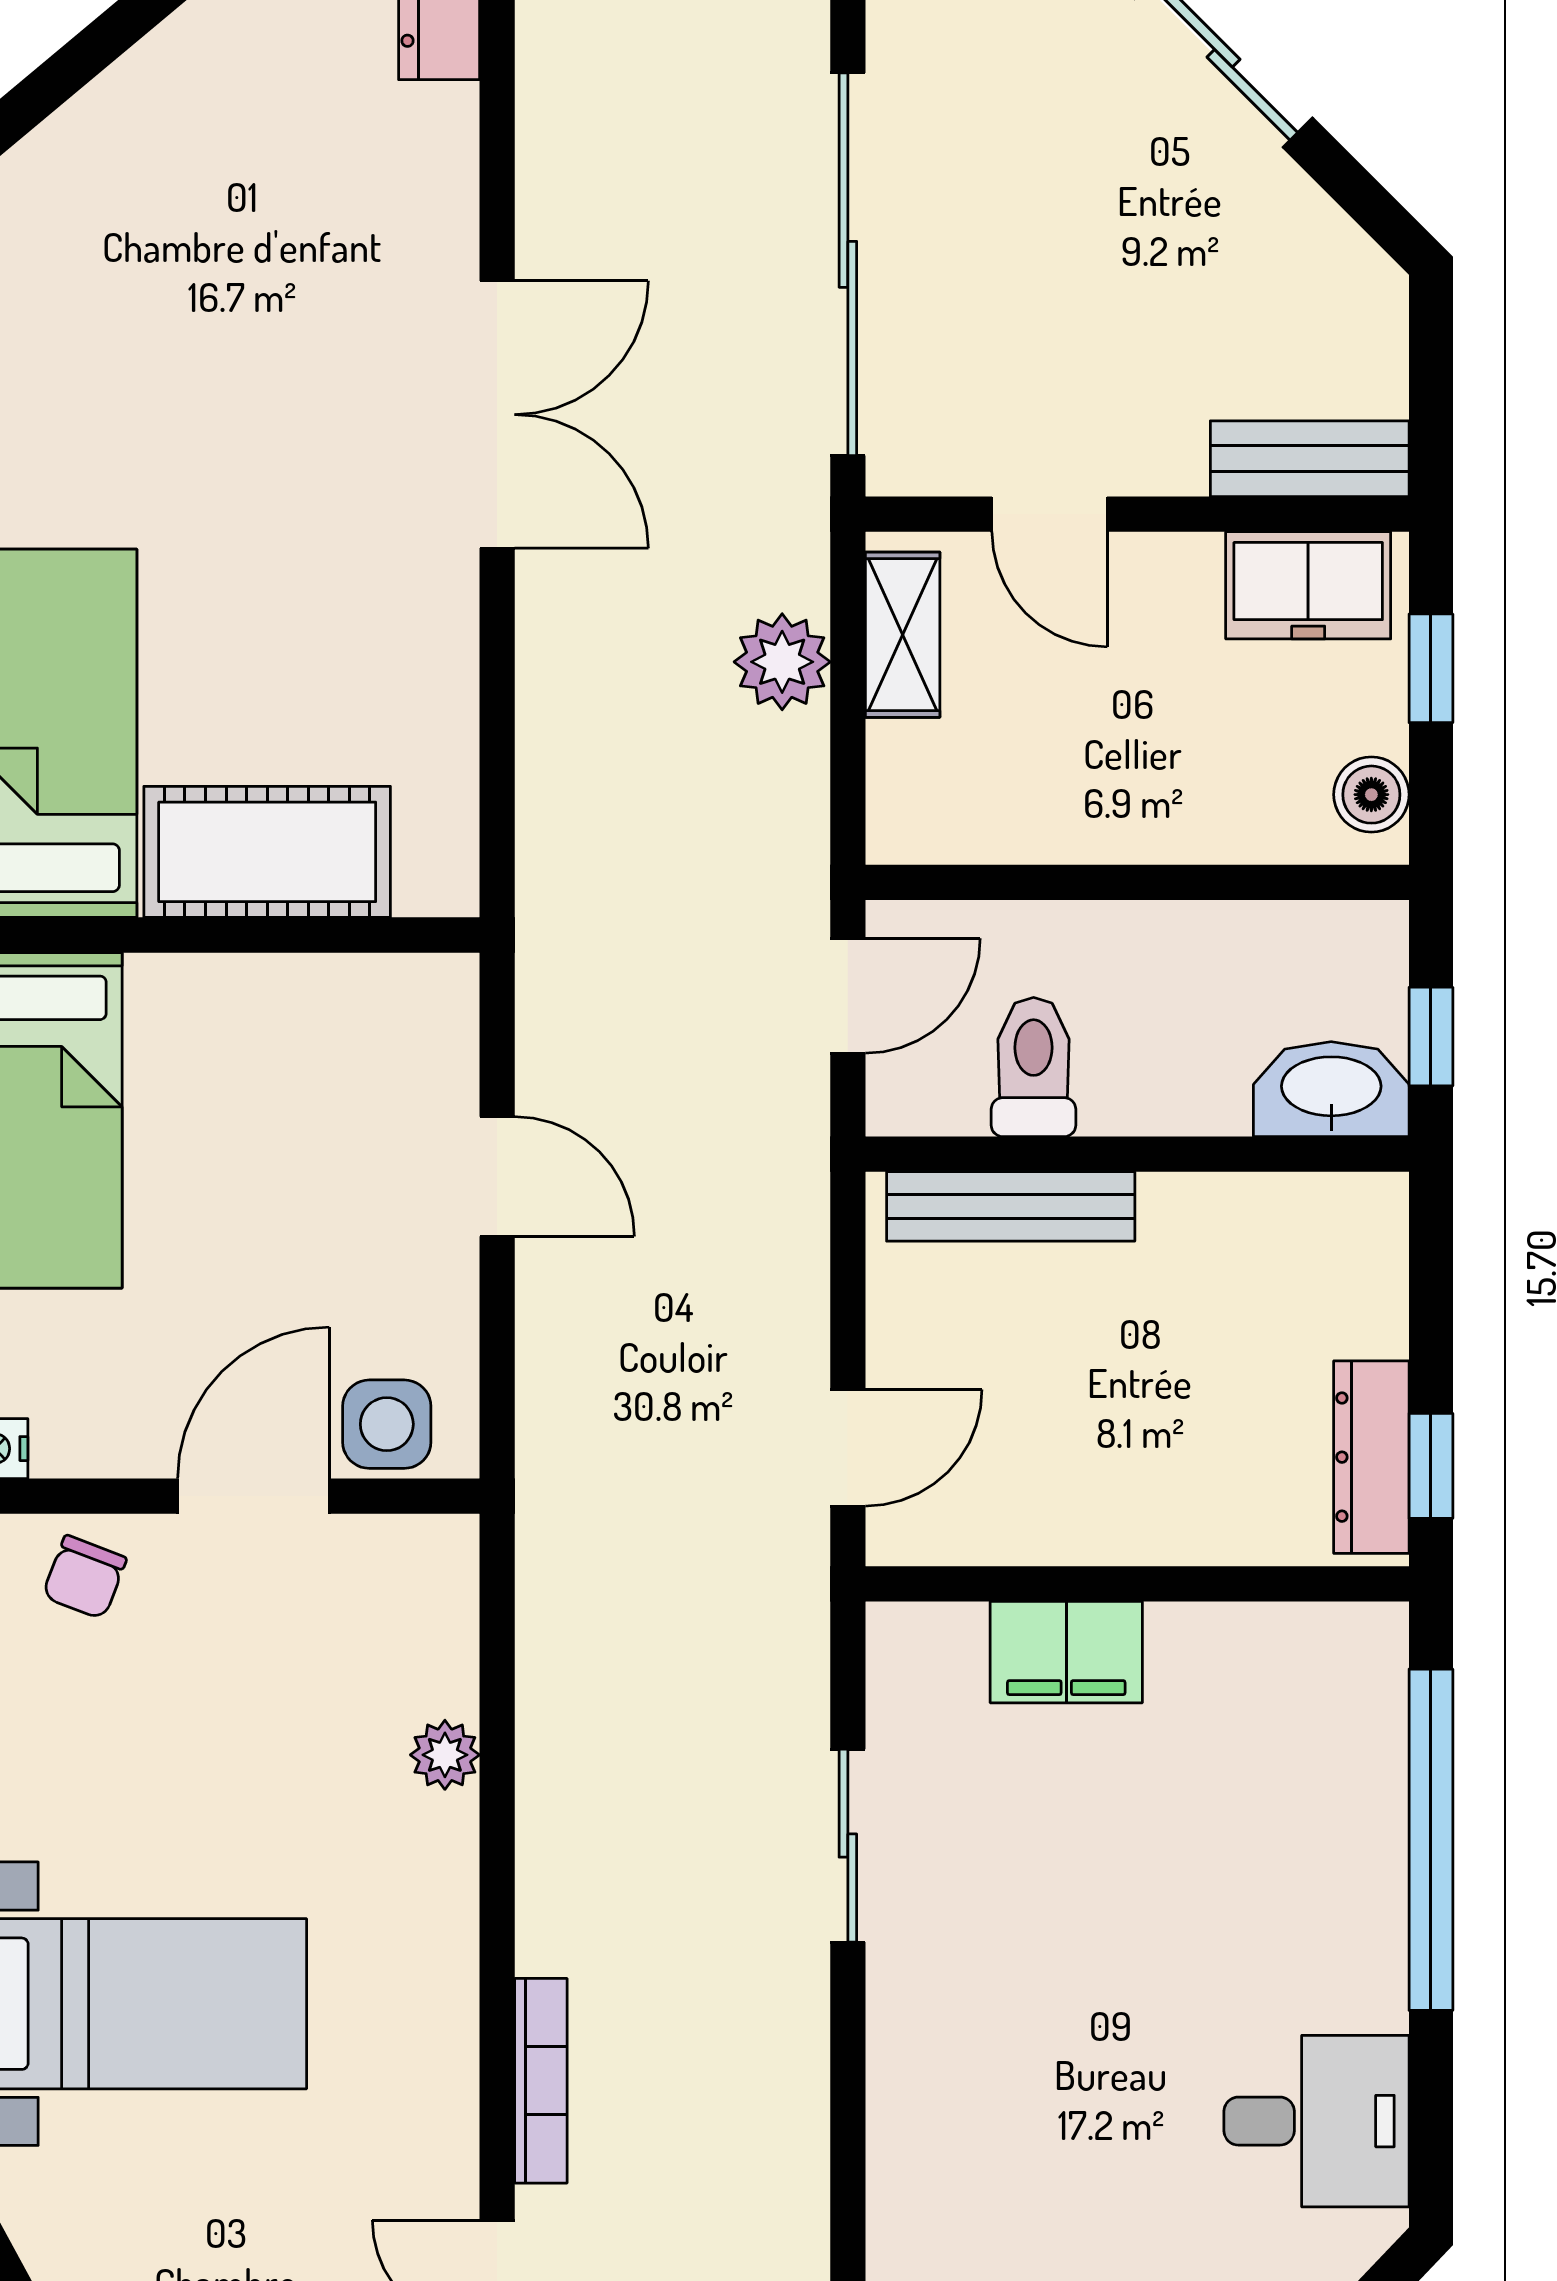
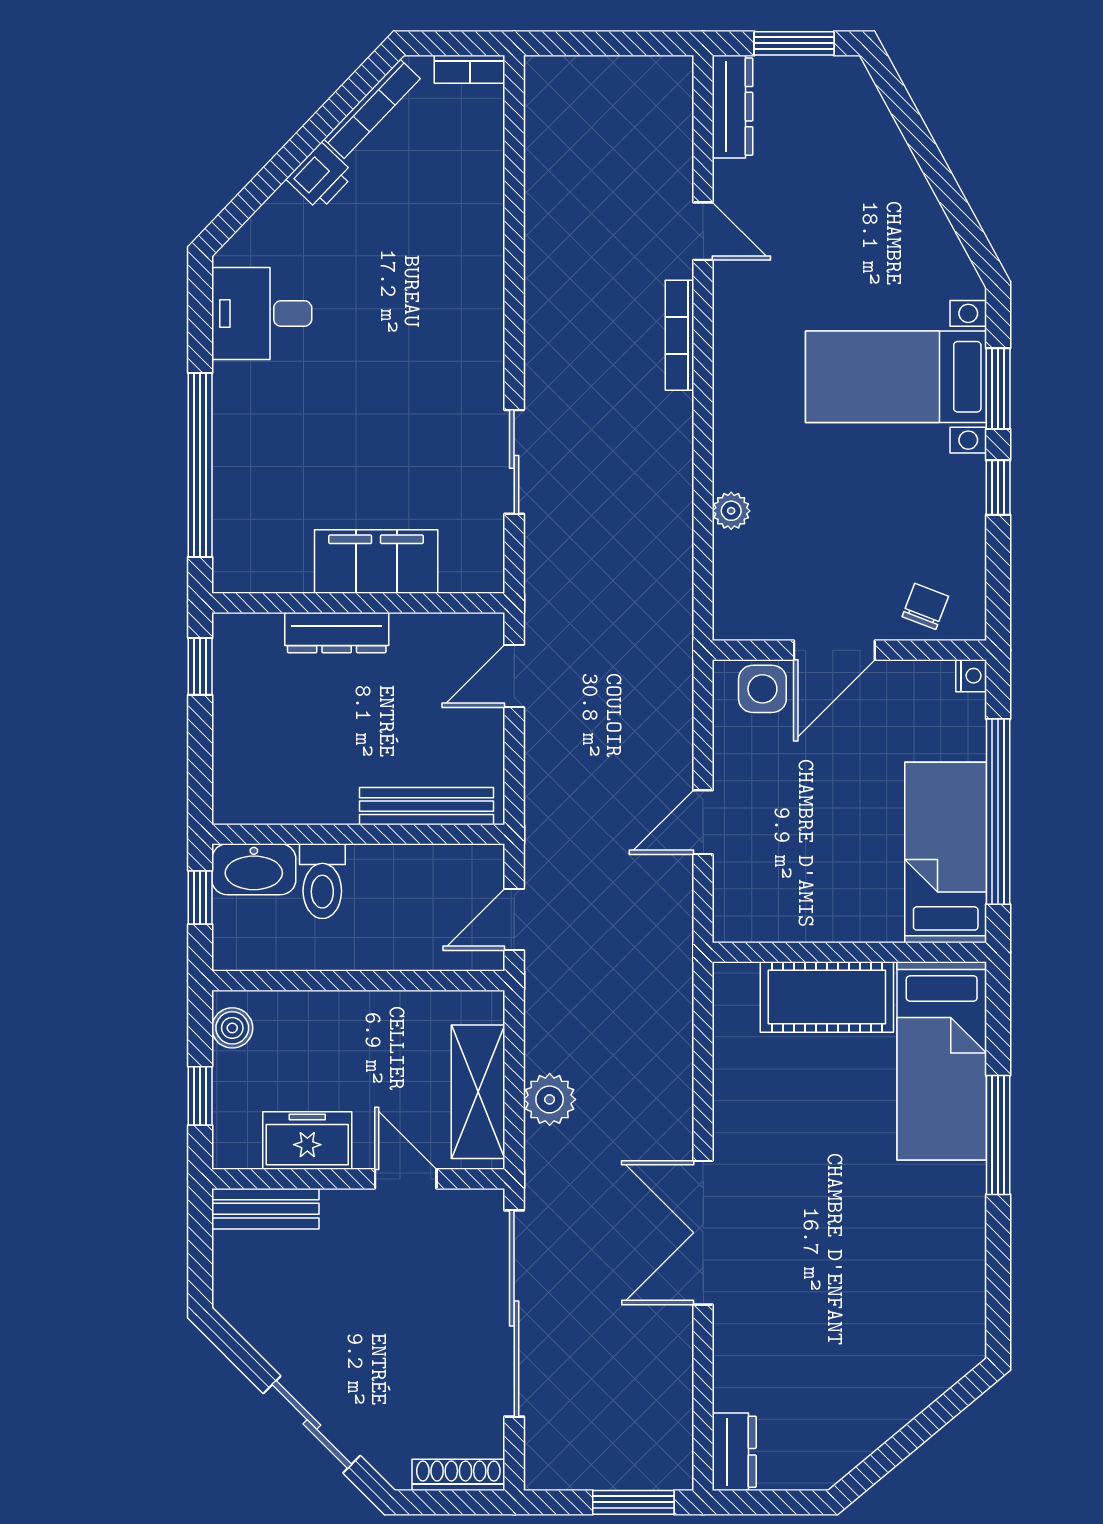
freezer: (1308, 585) -> (307, 1141), moved
shelving: (903, 635) -> (478, 1092), width x1.50, depth x1.33
toilet: (1034, 1067) -> (322, 881), moved
door: (497, 1176) -> (703, 822), hinge flipped
dresser: (1371, 1457) -> (337, 633), moved, turned 90
filing cabinet: (1066, 1652) -> (376, 562), width x1.50, depth x1.17

